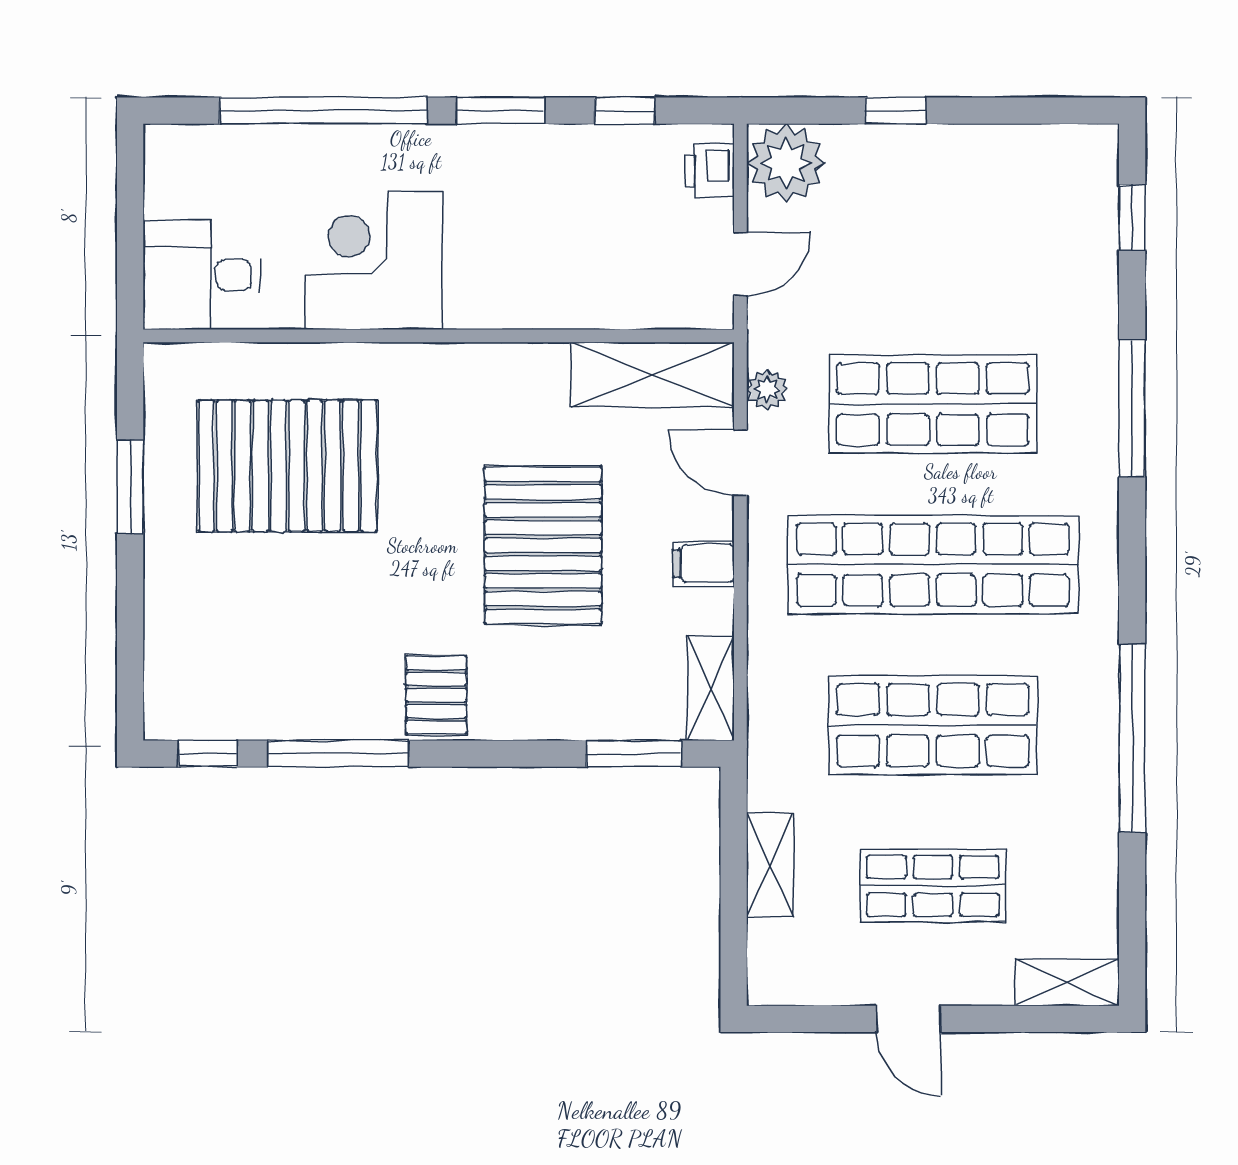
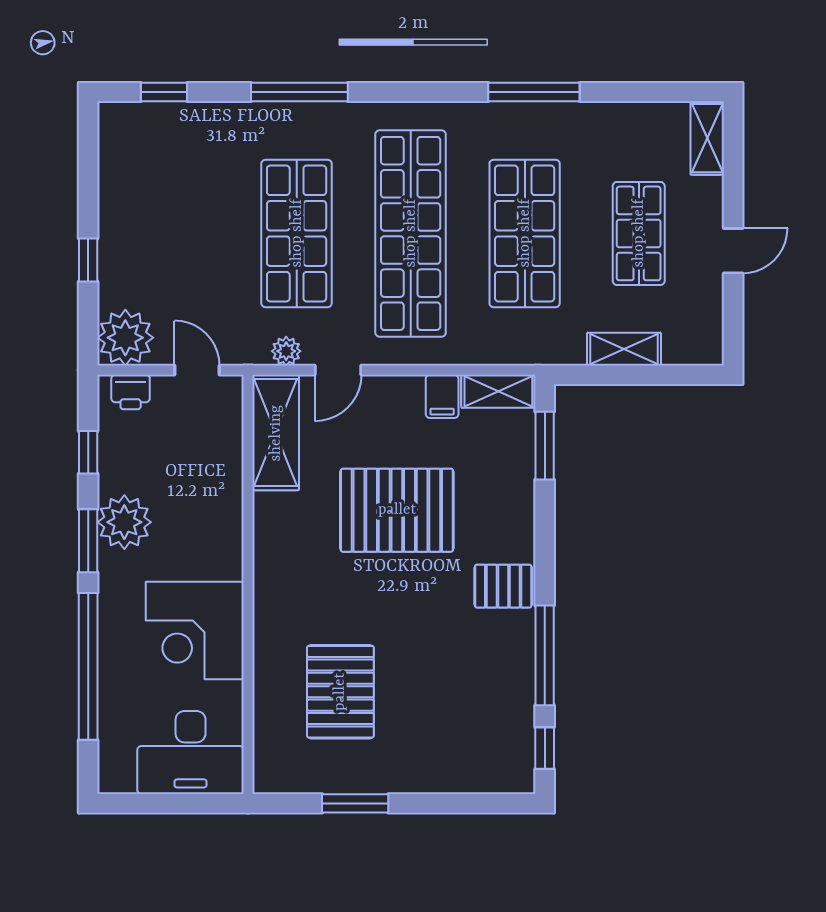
plant: (526, 161) -> (124, 522), added
desk: (202, 275) -> (191, 753), width x1.37
pallet: (287, 466) -> (340, 692), width x0.73, depth x0.71
filing cabinet: (703, 563) -> (442, 396), moved
window: (1132, 738) -> (534, 92), width x0.68

